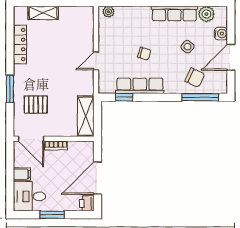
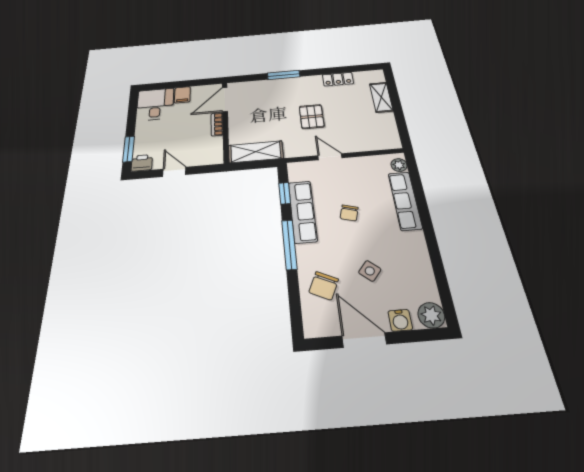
row of seats: (174, 14) -> (405, 201), moved
plant: (206, 14) -> (431, 315), moved
locker: (20, 44) -> (338, 79), width x0.66
window: (200, 97) -> (289, 244), moved
pallet: (36, 105) -> (312, 117), moved
door: (97, 178) -> (174, 172), width x0.53
window: (52, 215) -> (129, 149), moved

